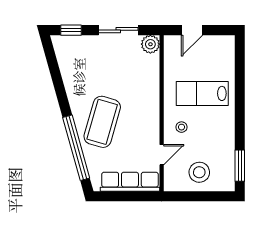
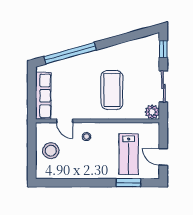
door: (192, 30) -> (163, 157), moved
lab bench: (202, 93) -> (129, 154), moved, turned 180
coffee table: (102, 122) -> (112, 90), moved, turned 74
window: (240, 166) -> (128, 183), moved

